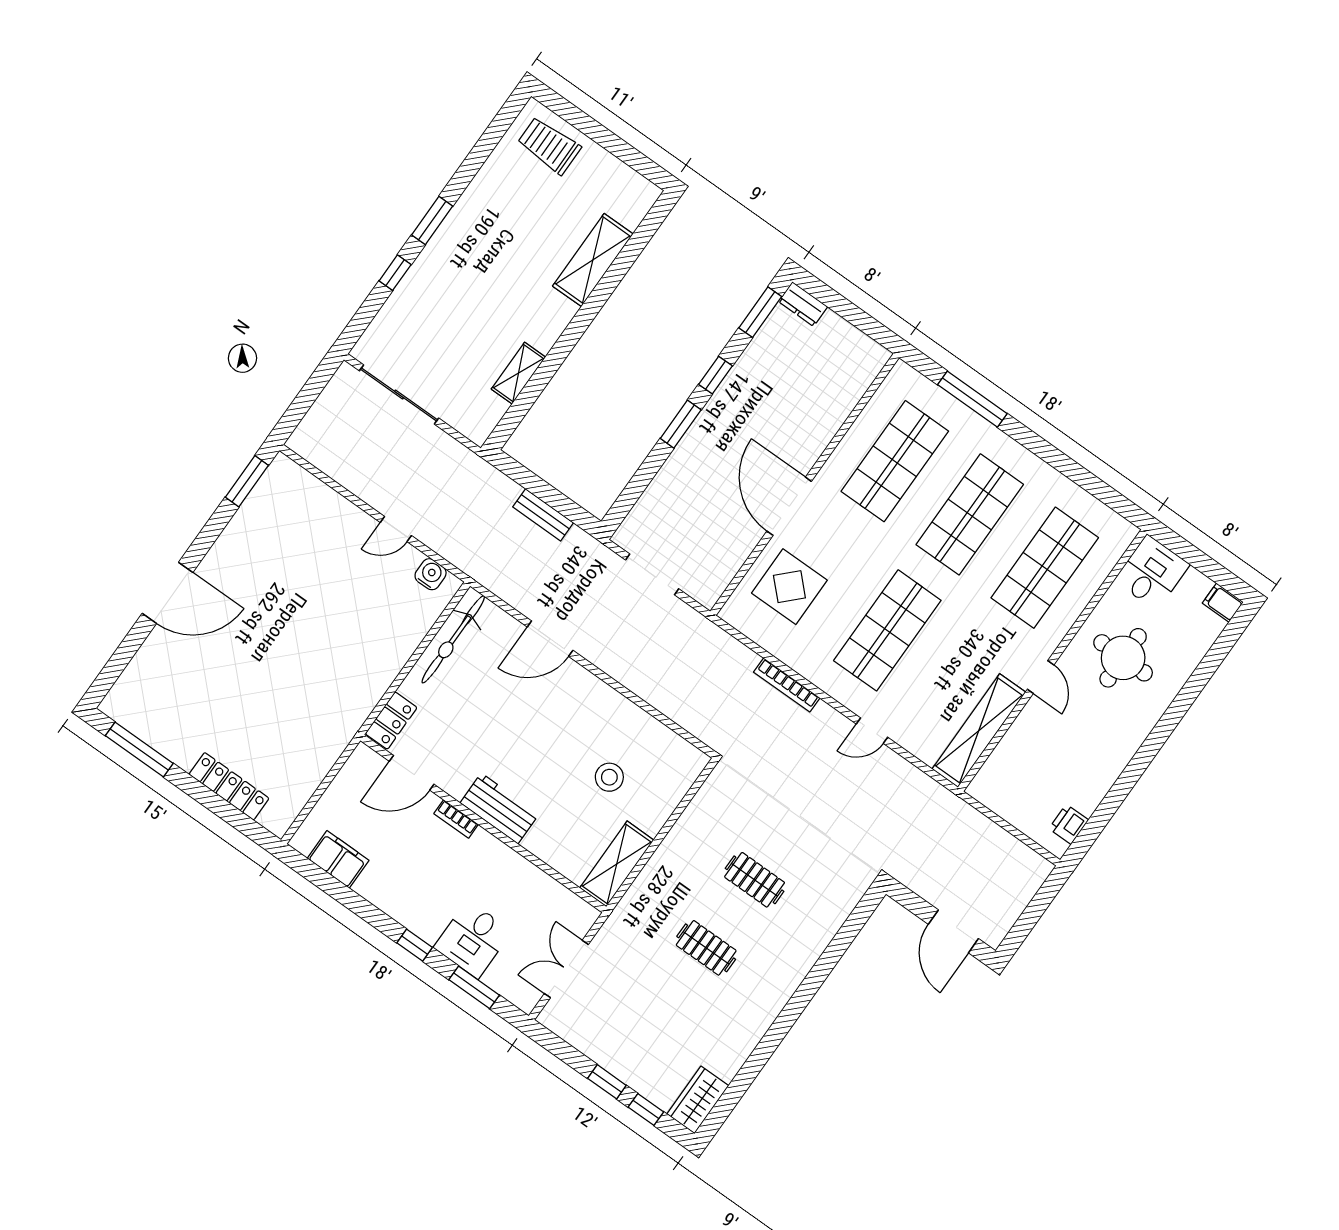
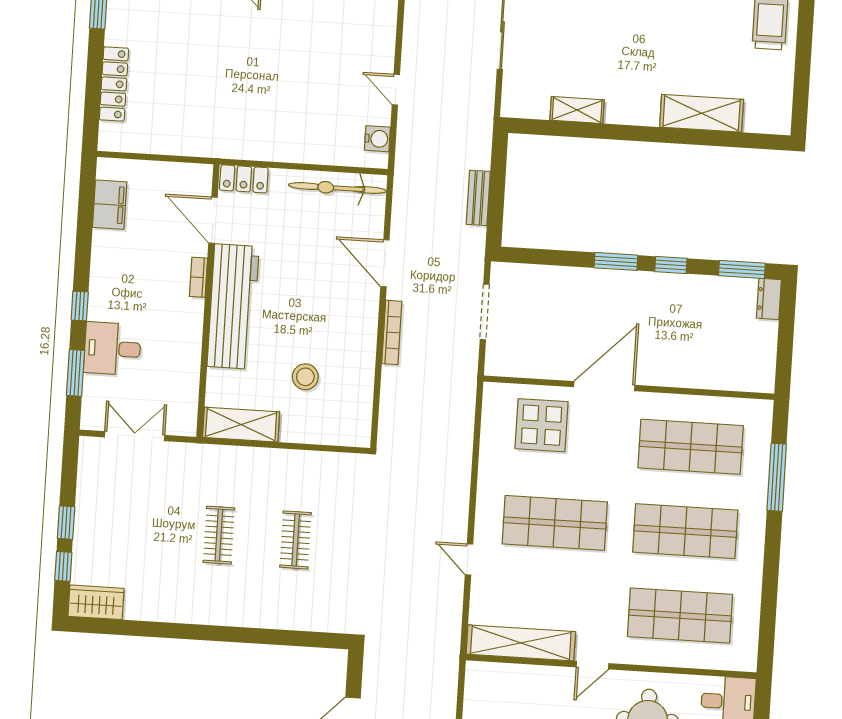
bookcase: (787, 685) -> (392, 332), moved, turned 180
workbench: (500, 808) -> (233, 306), width x1.87, depth x1.32

